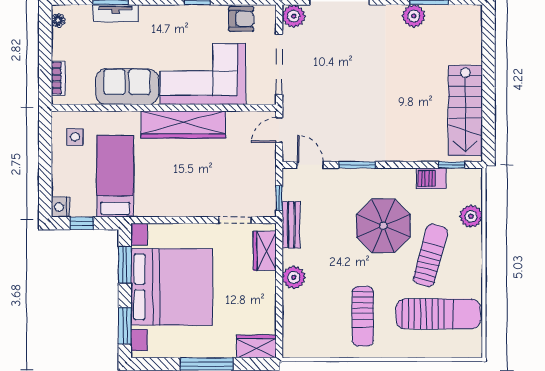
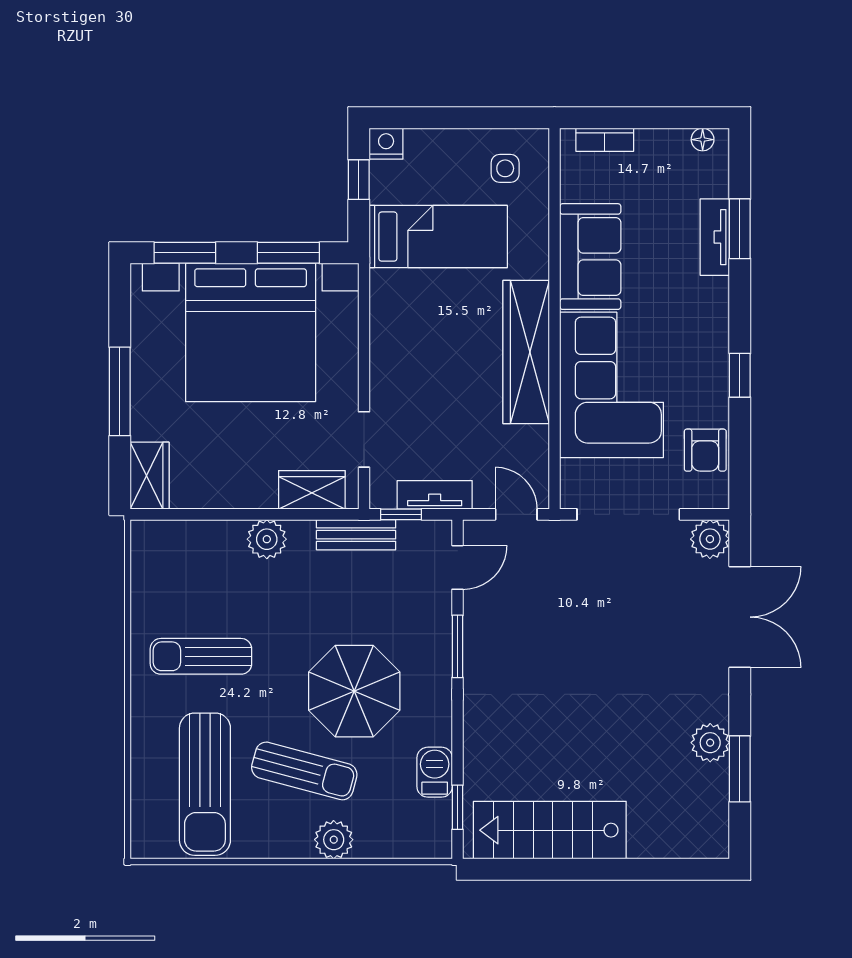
tv unit: (268, 178) -> (435, 495), added
plant: (471, 216) -> (334, 840), moved

